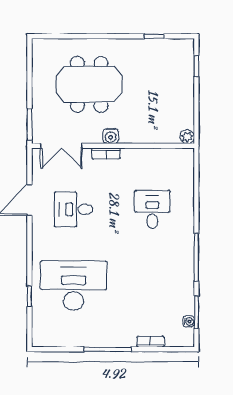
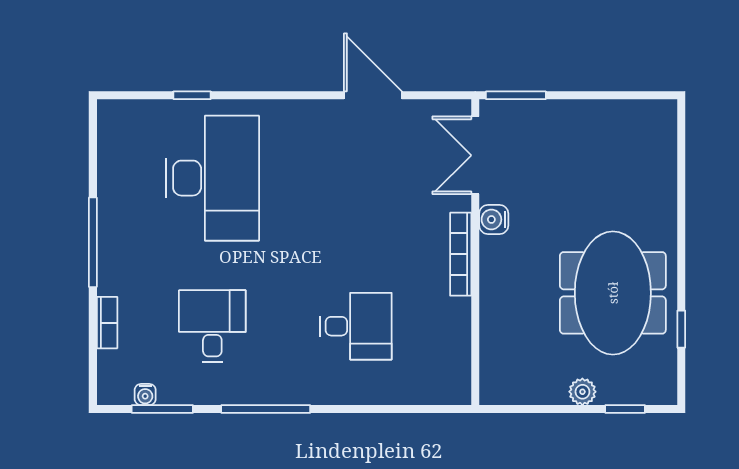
meeting table: (89, 84) -> (613, 293), moved
water cooler: (111, 136) -> (494, 219), moved
plant: (187, 137) -> (582, 392), moved
bookcase: (106, 154) -> (461, 254), width x1.56
desk: (74, 209) -> (212, 326), moved

